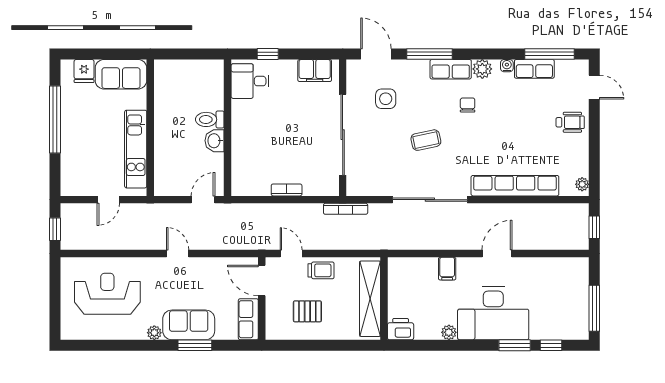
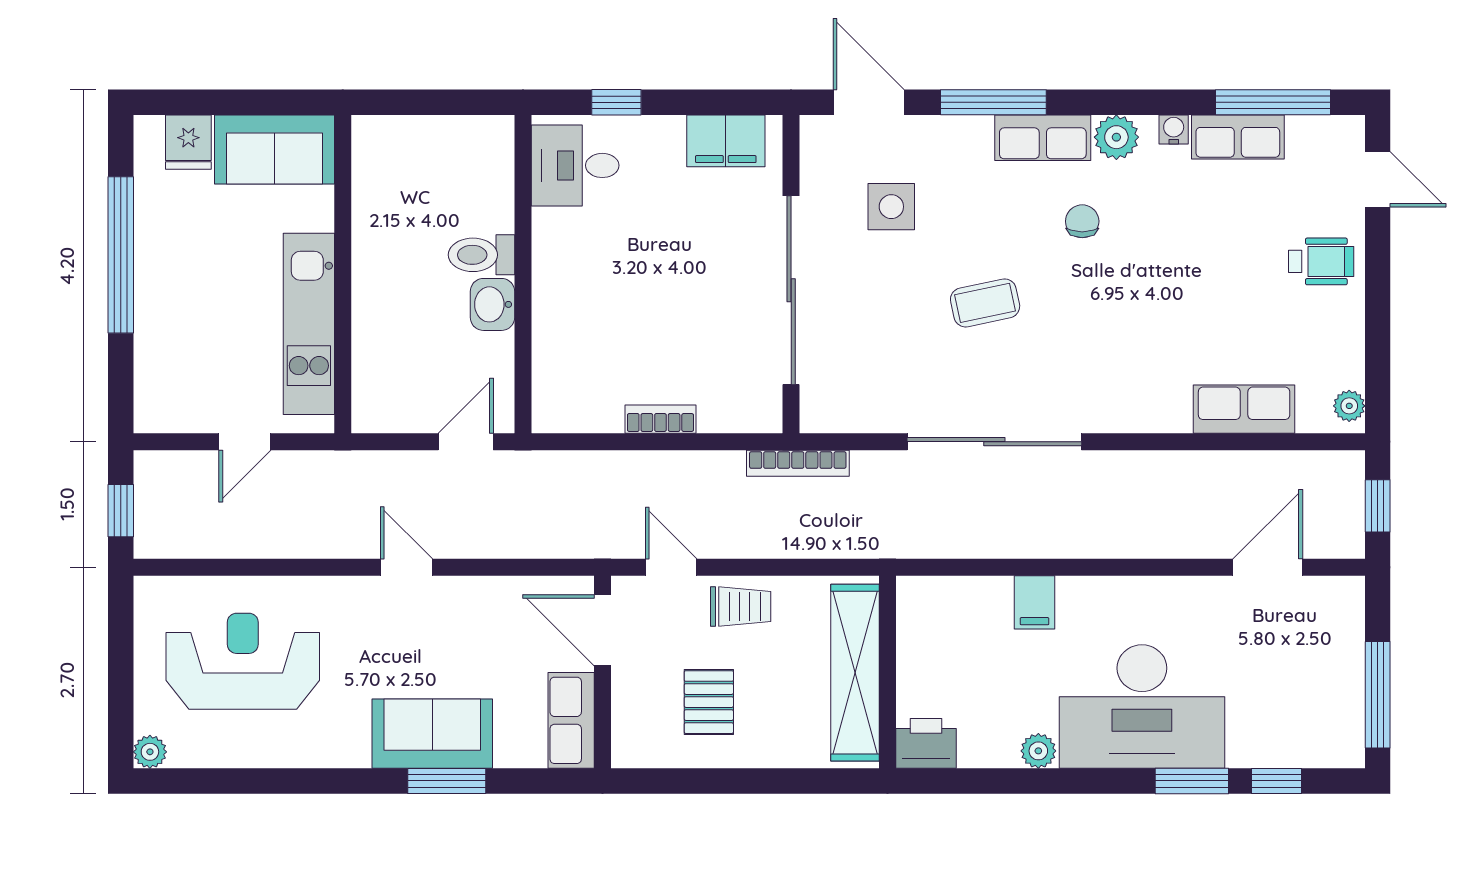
row of seats: (515, 186) -> (1244, 409), width x0.50
door: (497, 254) -> (1268, 567), moved
pallet: (307, 311) -> (709, 702), turned 90
plant: (154, 333) -> (150, 752), moved

